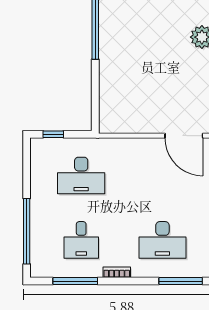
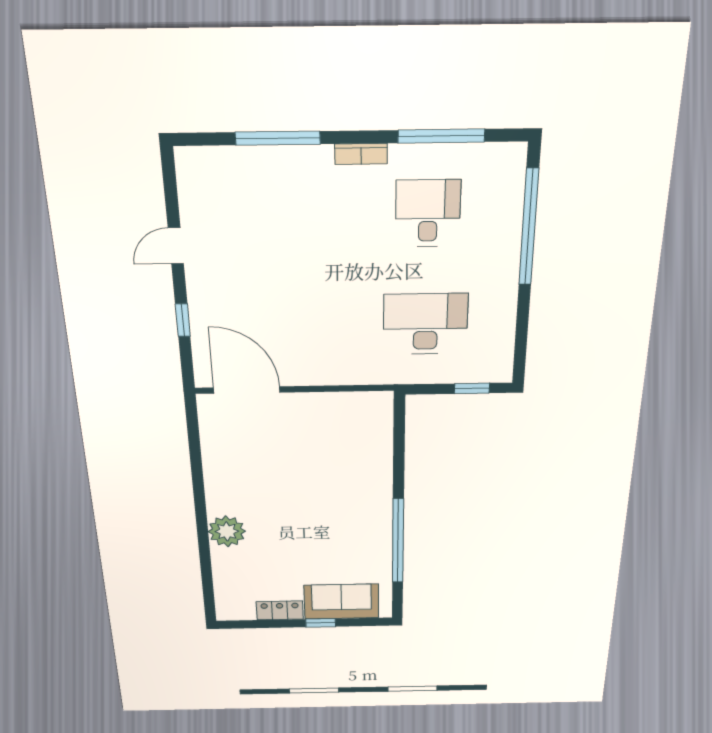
desk: (162, 240) -> (276, 215), removed
window: (181, 281) -> (278, 138), moved

